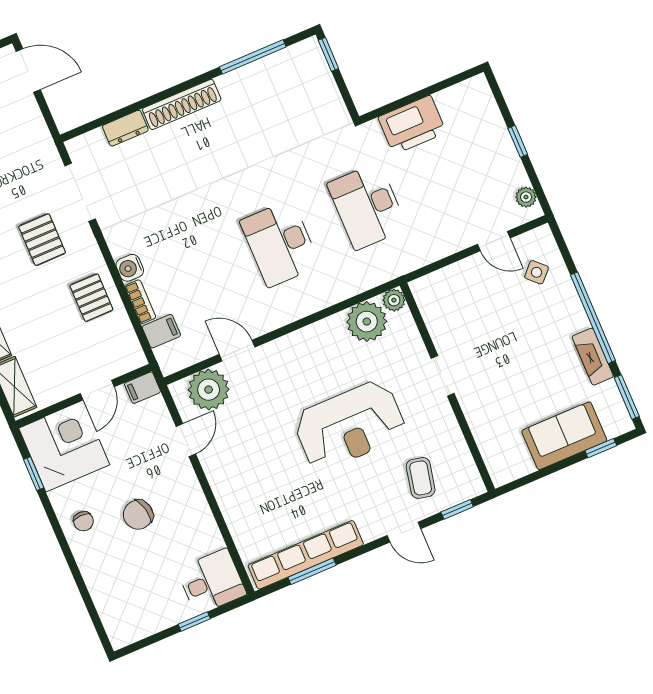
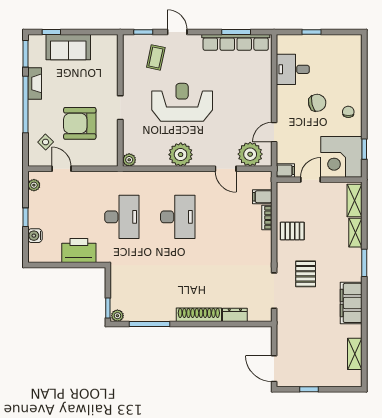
plant: (308, 49) -> (117, 316), added
water cooler: (130, 268) -> (35, 236), moved, turned 180
pallet: (91, 298) -> (292, 231), turned 90
plant: (367, 322) -> (181, 155), moved
armchair: (495, 324) -> (80, 123), added
desk: (212, 582) -> (293, 69), moved

